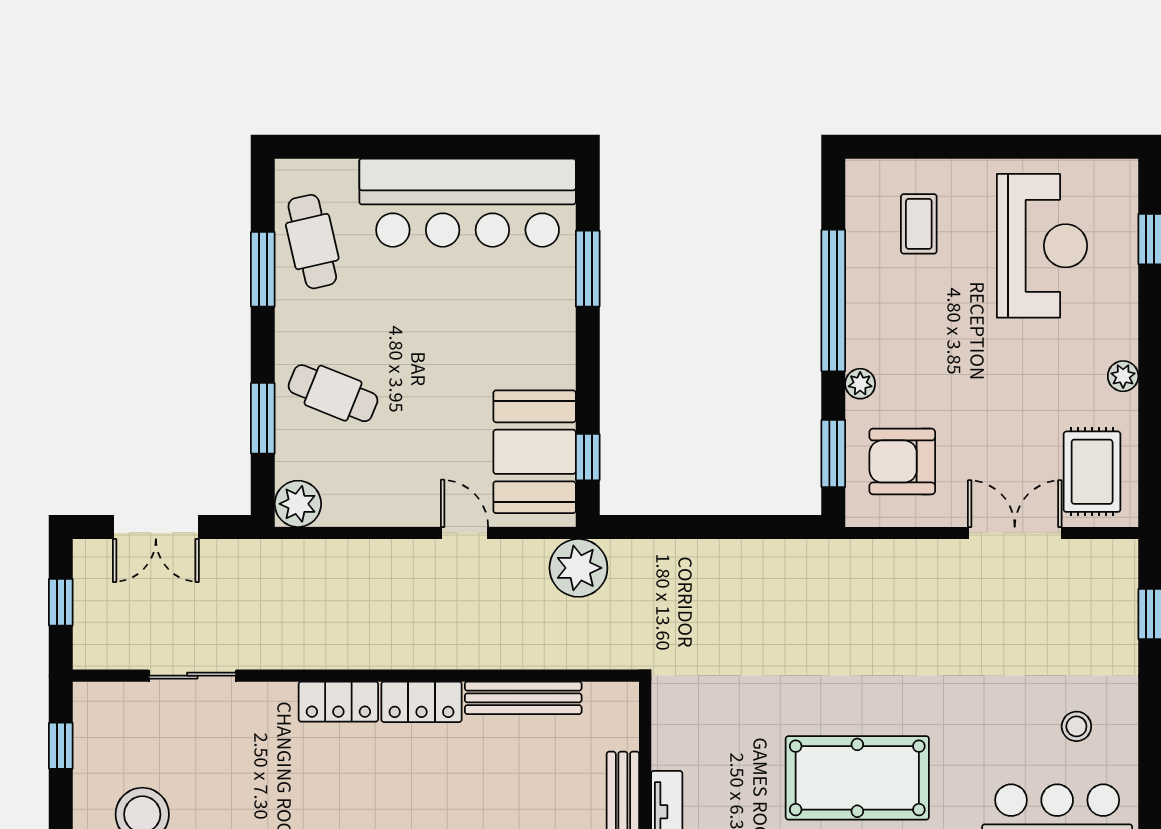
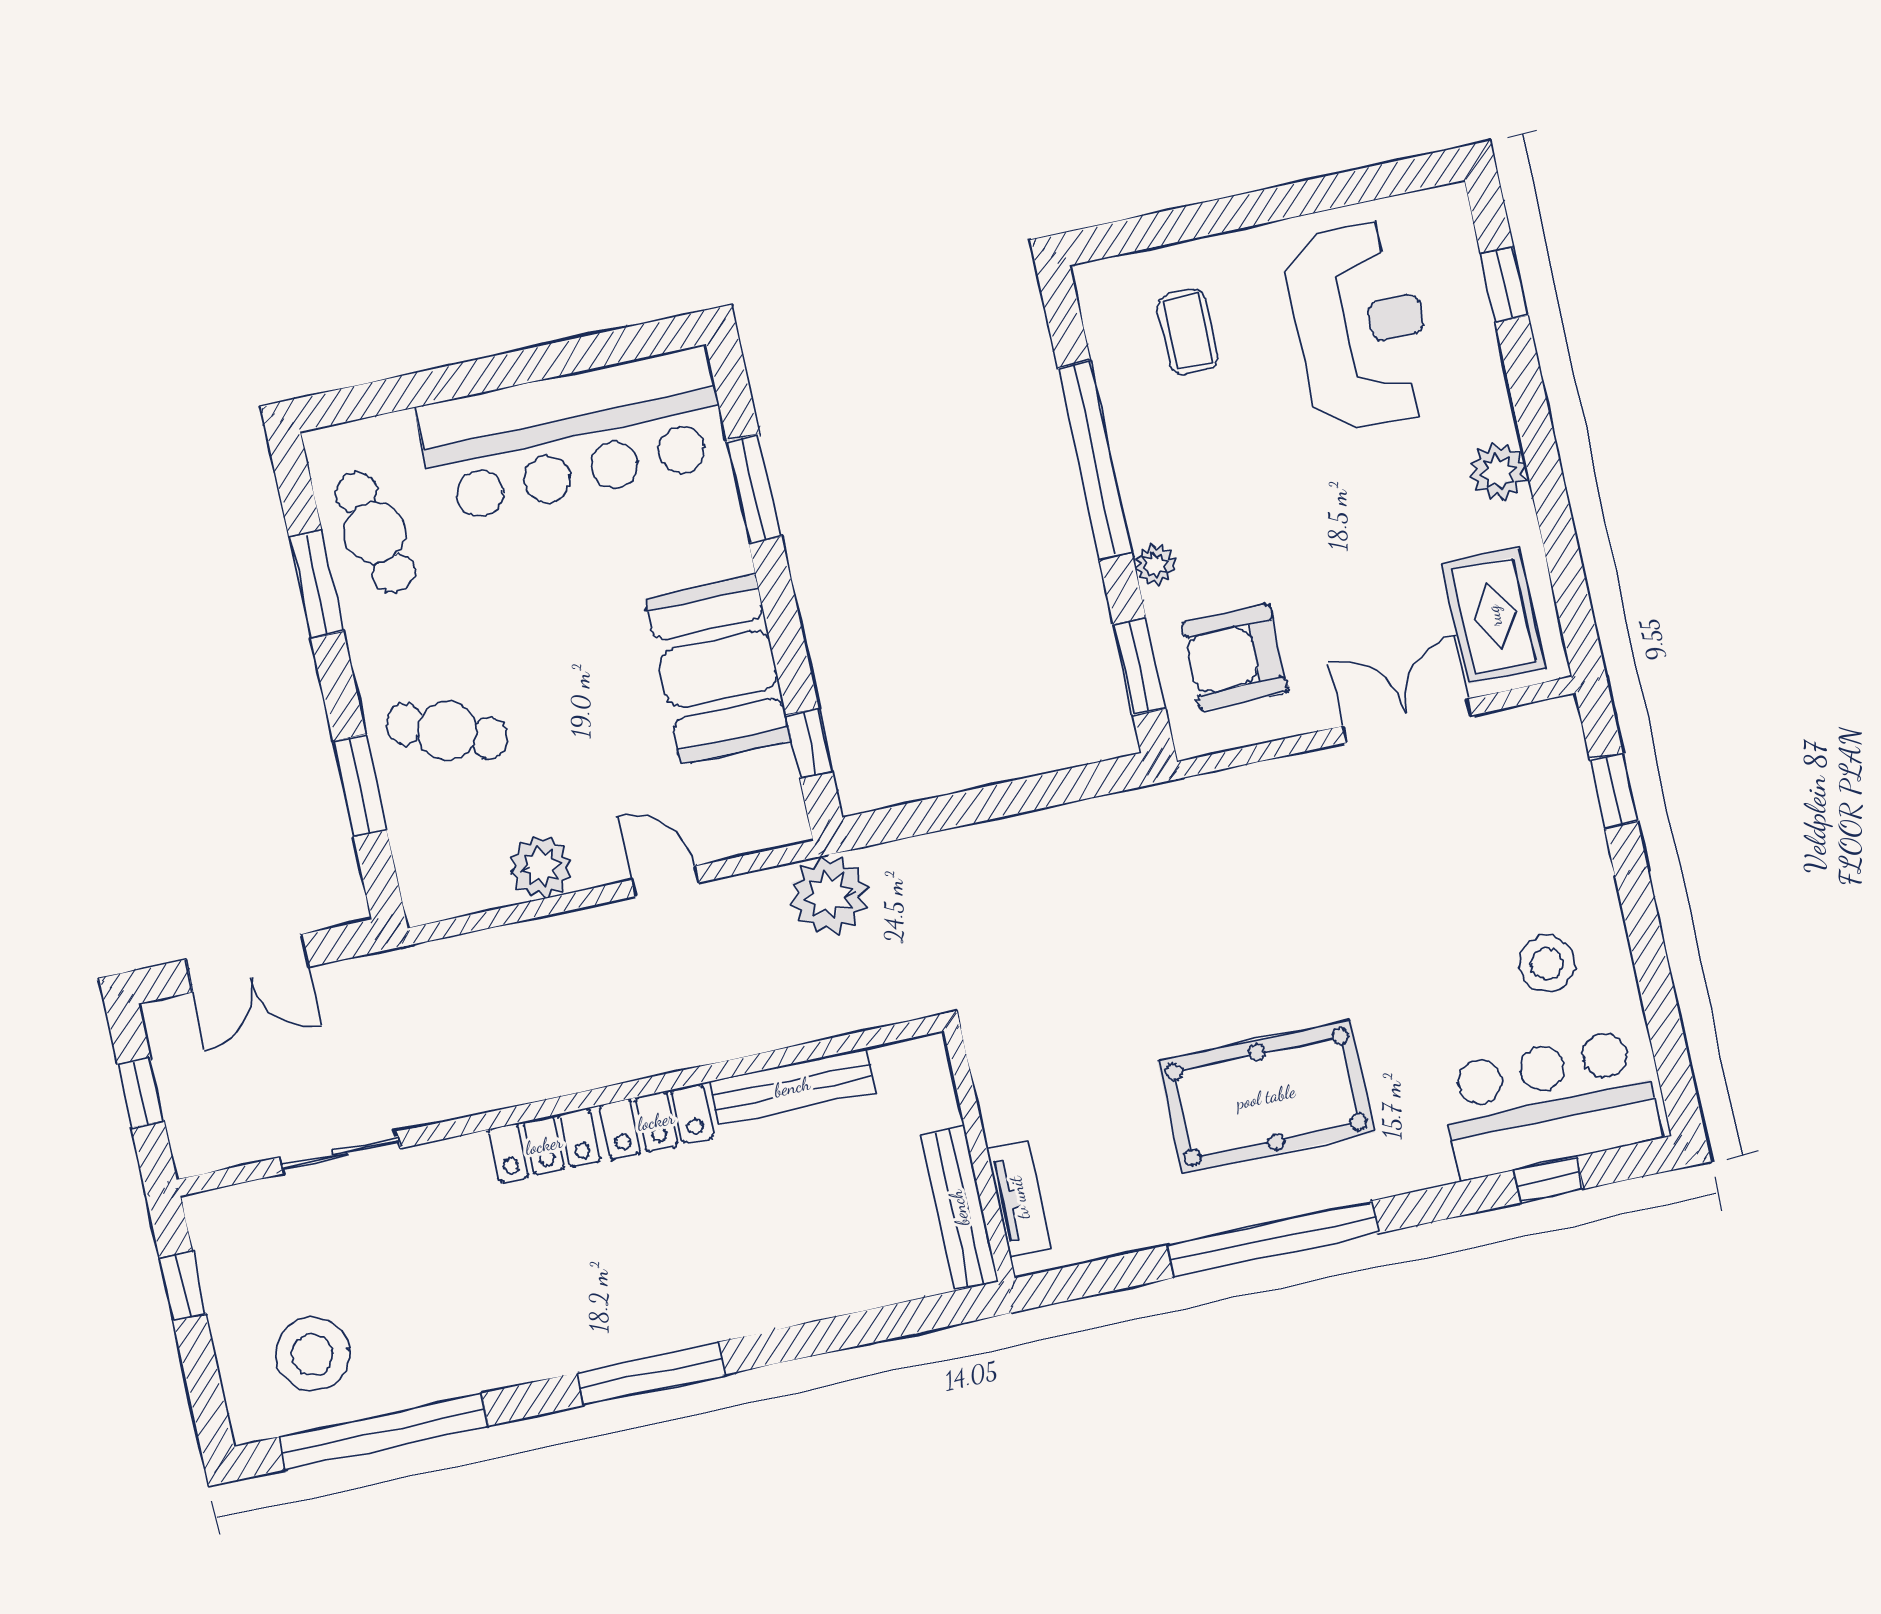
plant: (1123, 376) -> (1498, 472), width x1.38, depth x1.38
booth: (535, 452) -> (718, 669), moved
plant: (298, 504) -> (541, 867), moved
stool: (1076, 726) -> (1547, 964), width x1.37, depth x1.37

